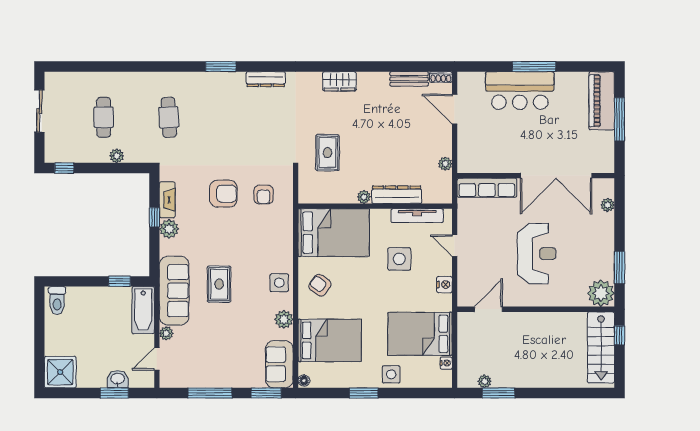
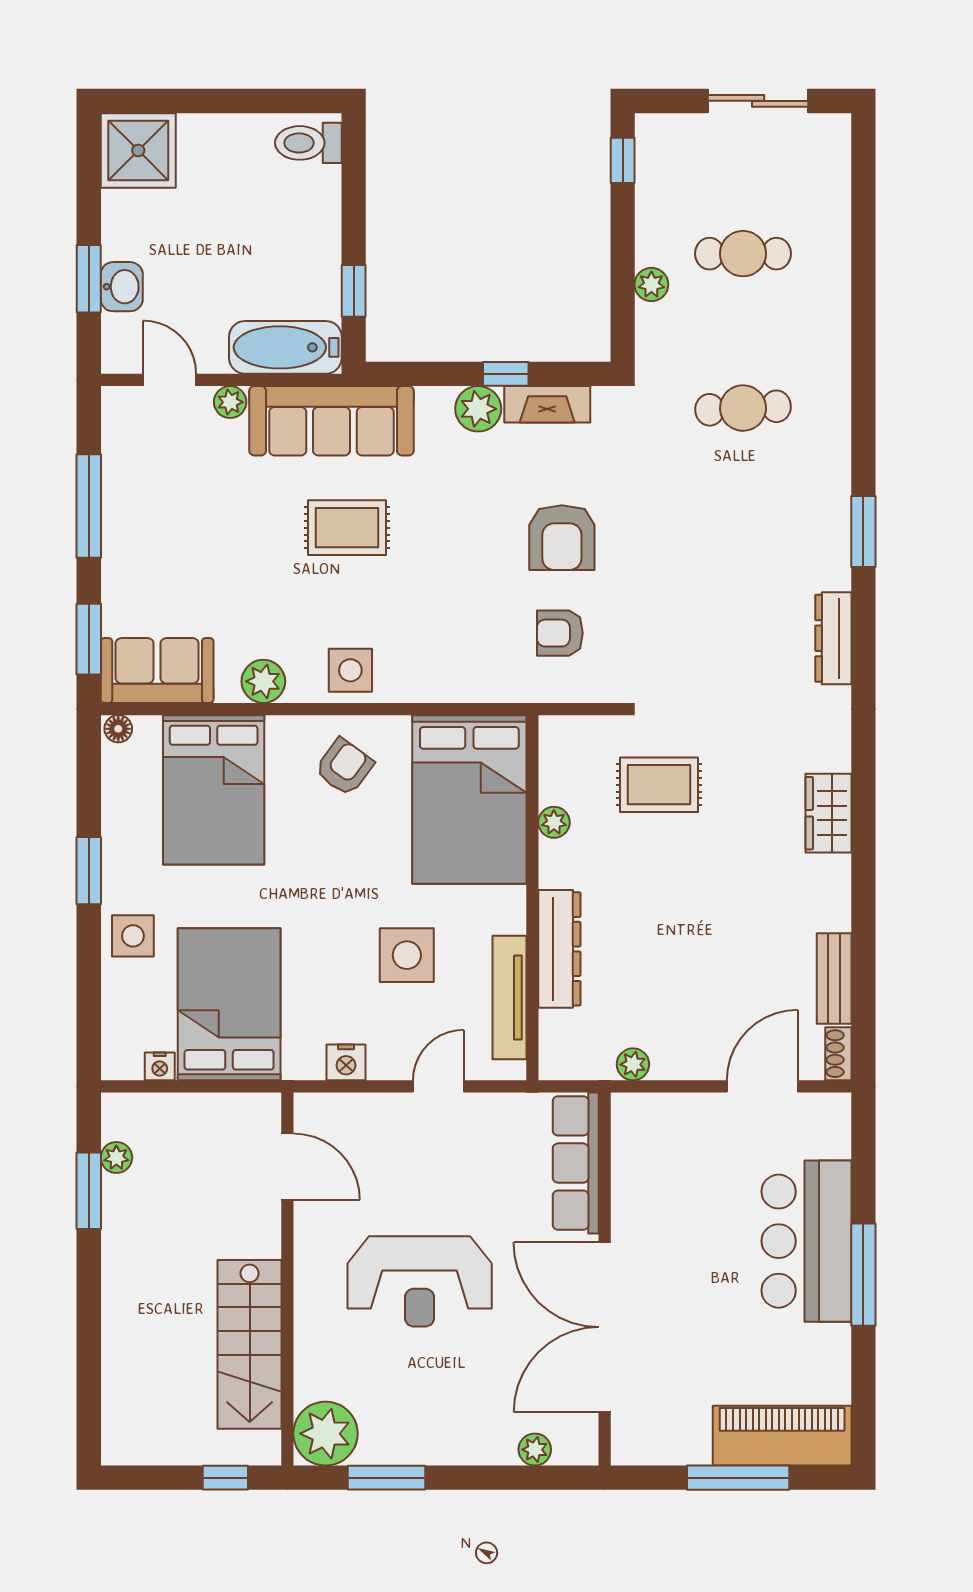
plant: (364, 197) -> (554, 822), moved
stairs: (601, 347) -> (250, 1344), moved, turned -90

